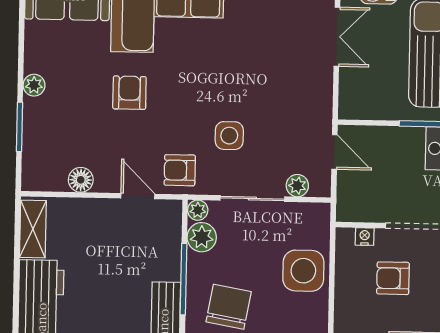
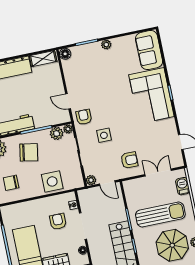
double door: (337, 37) -> (158, 172), swing flipped
armchair: (129, 93) -> (129, 160), moved
door: (334, 152) -> (107, 183), hinge flipped
floor lamp: (81, 180) -> (65, 54), moved
plant: (297, 186) -> (91, 180), moved
door: (138, 196) -> (68, 101), swing flipped

